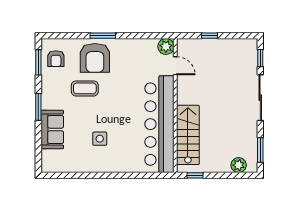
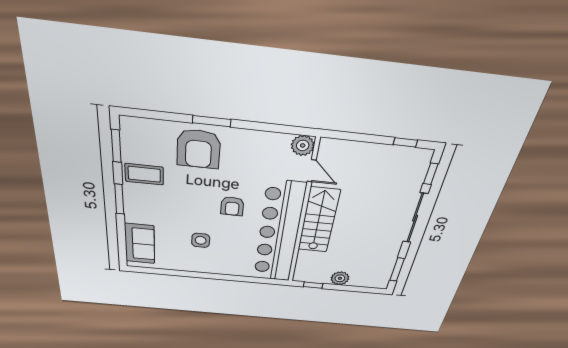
window: (209, 36) -> (405, 142), moved
armchair: (56, 59) -> (232, 206), moved
coffee table: (85, 88) -> (144, 174), moved
sofa: (52, 129) -> (140, 244), moved
stairs: (188, 135) -> (319, 220), moved
plant: (239, 165) -> (340, 278), moved

